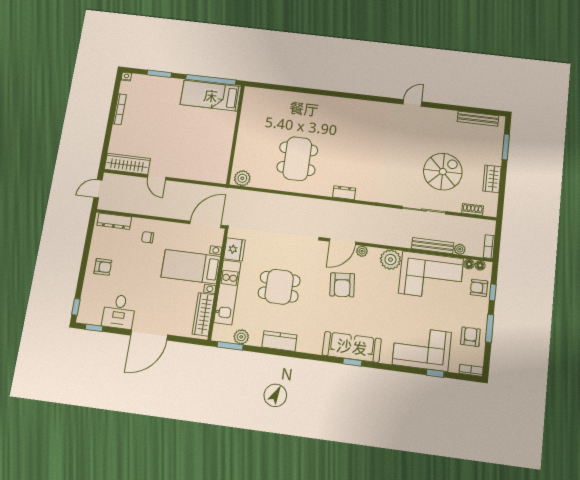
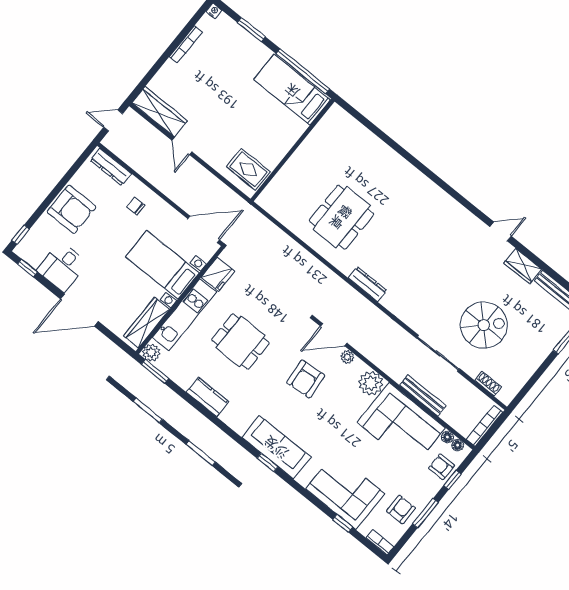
rug: (212, 165) -> (248, 169), added
plant: (242, 178) -> (271, 203), removed
wardrobe: (492, 179) -> (523, 266), moved, turned -90
dresser: (344, 193) -> (368, 284), width x1.44
bookcase: (489, 247) -> (485, 426), width x1.56
plant: (460, 249) -> (448, 416), removed
armchair: (103, 267) -> (72, 209), width x1.88, depth x1.88
plant: (241, 337) -> (151, 353), moved

